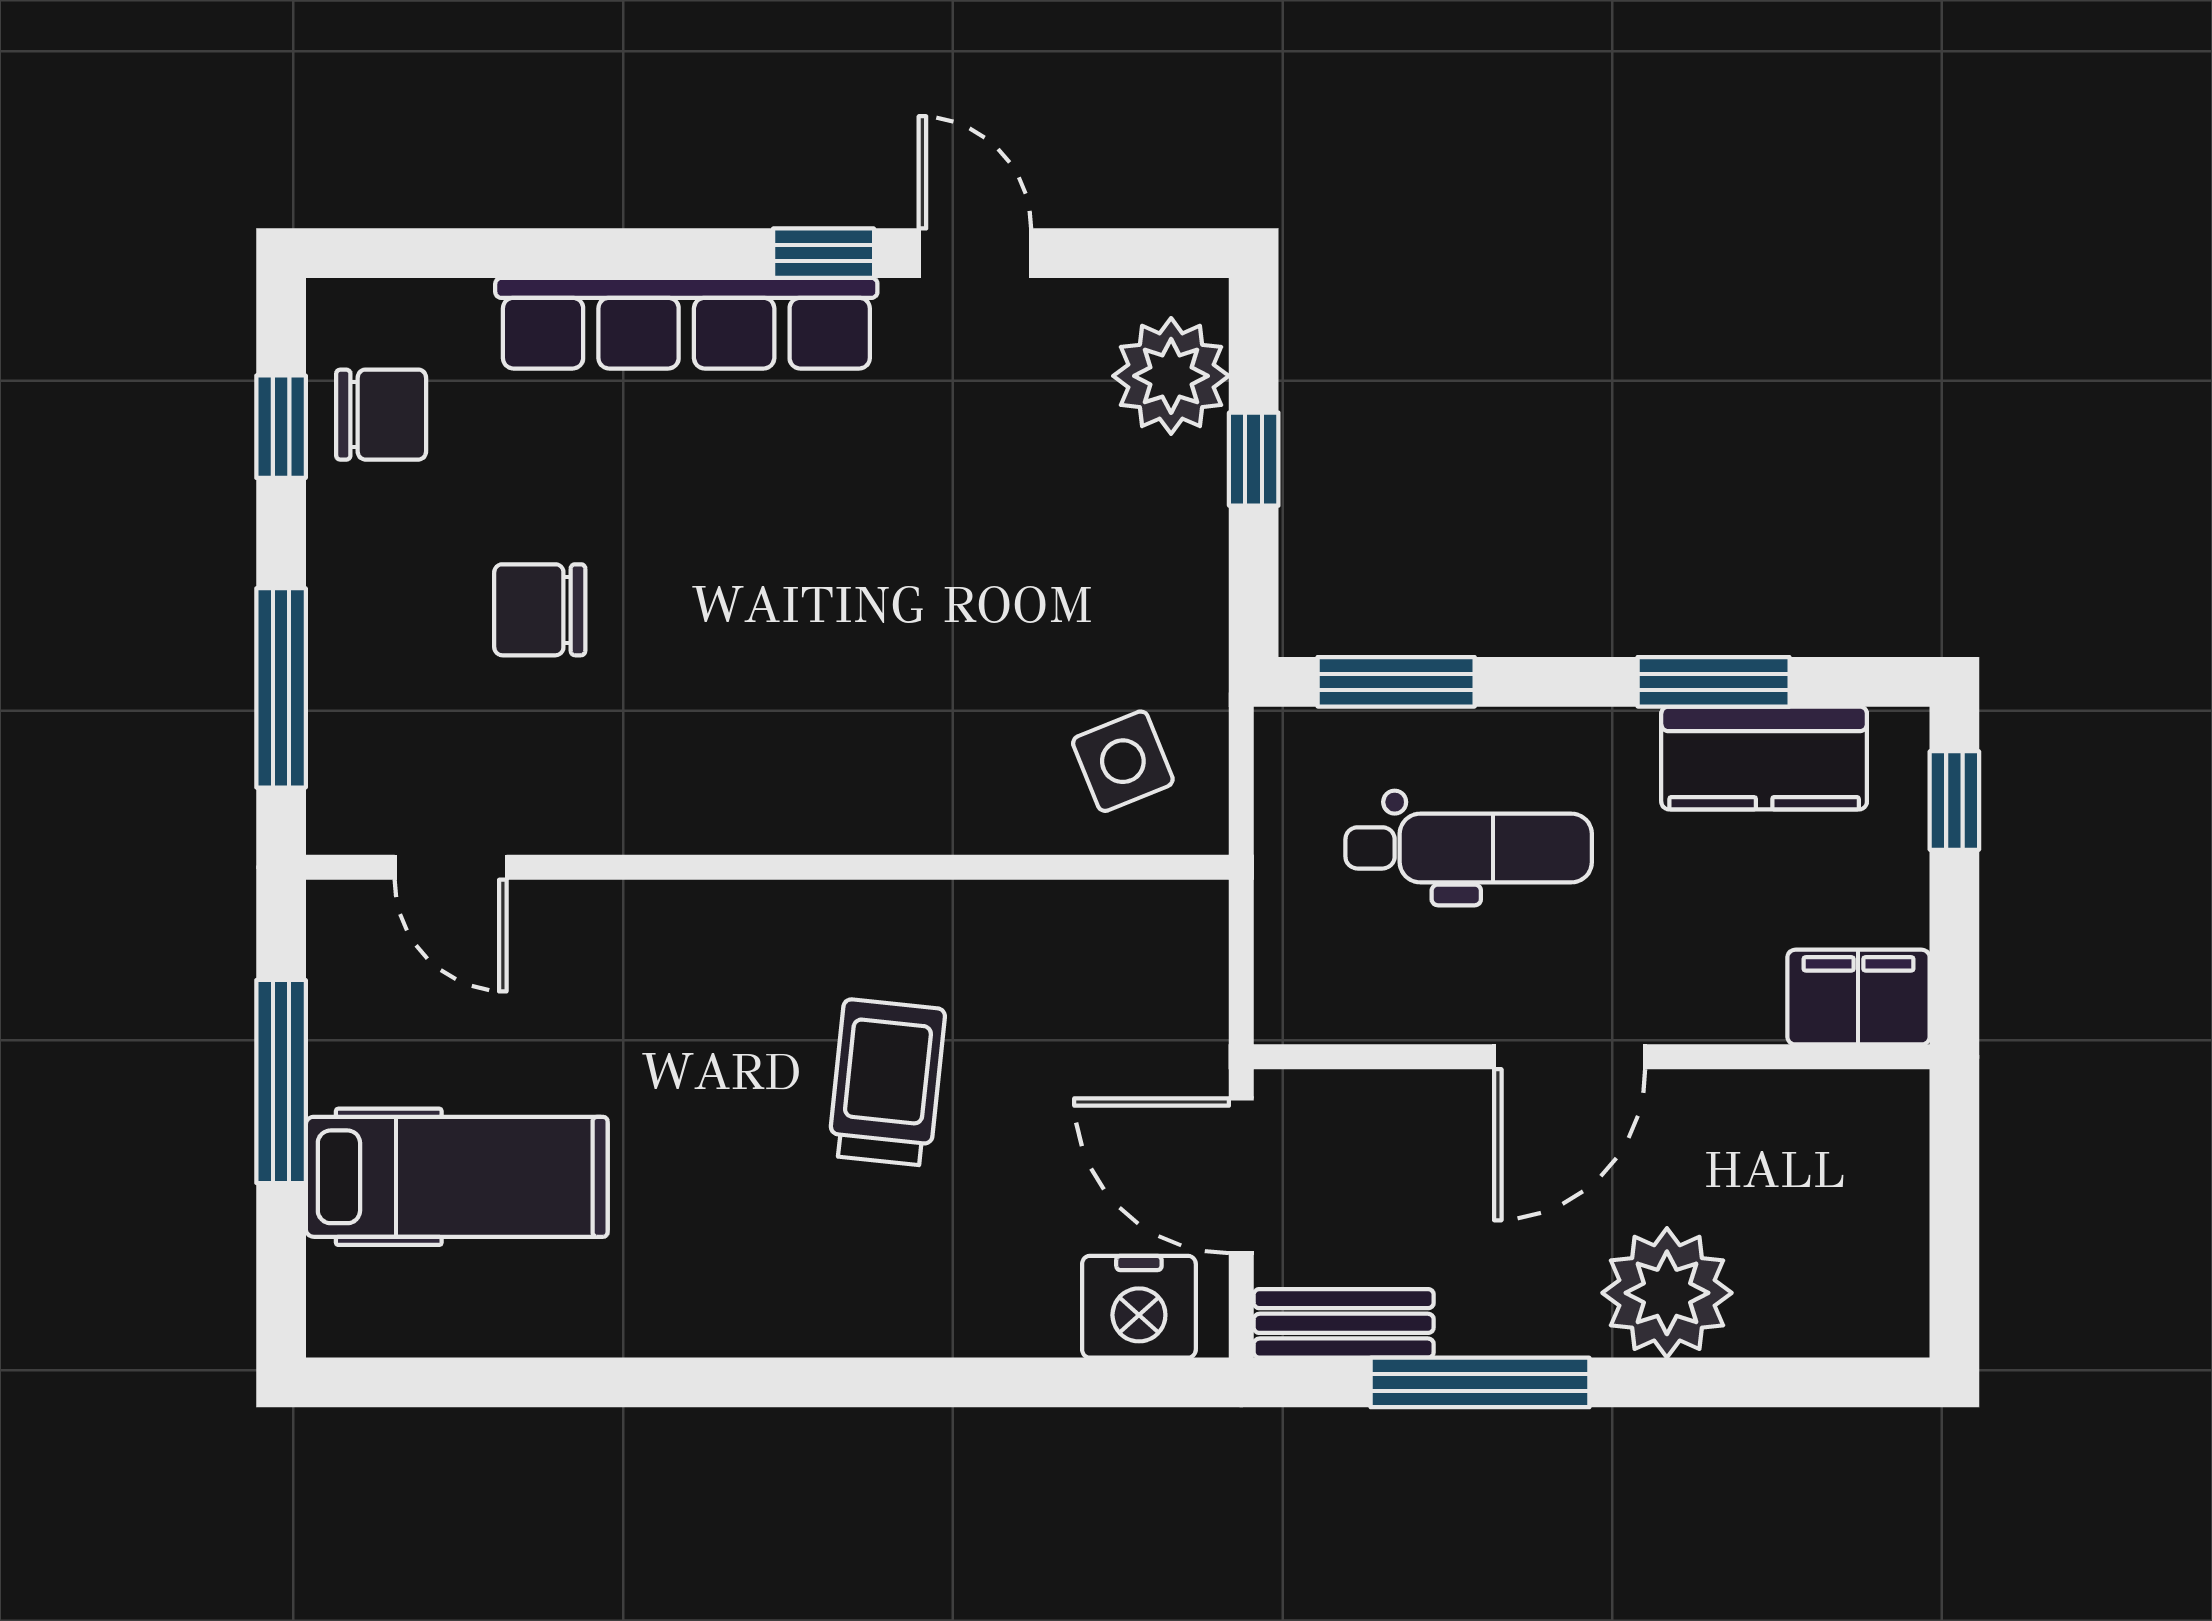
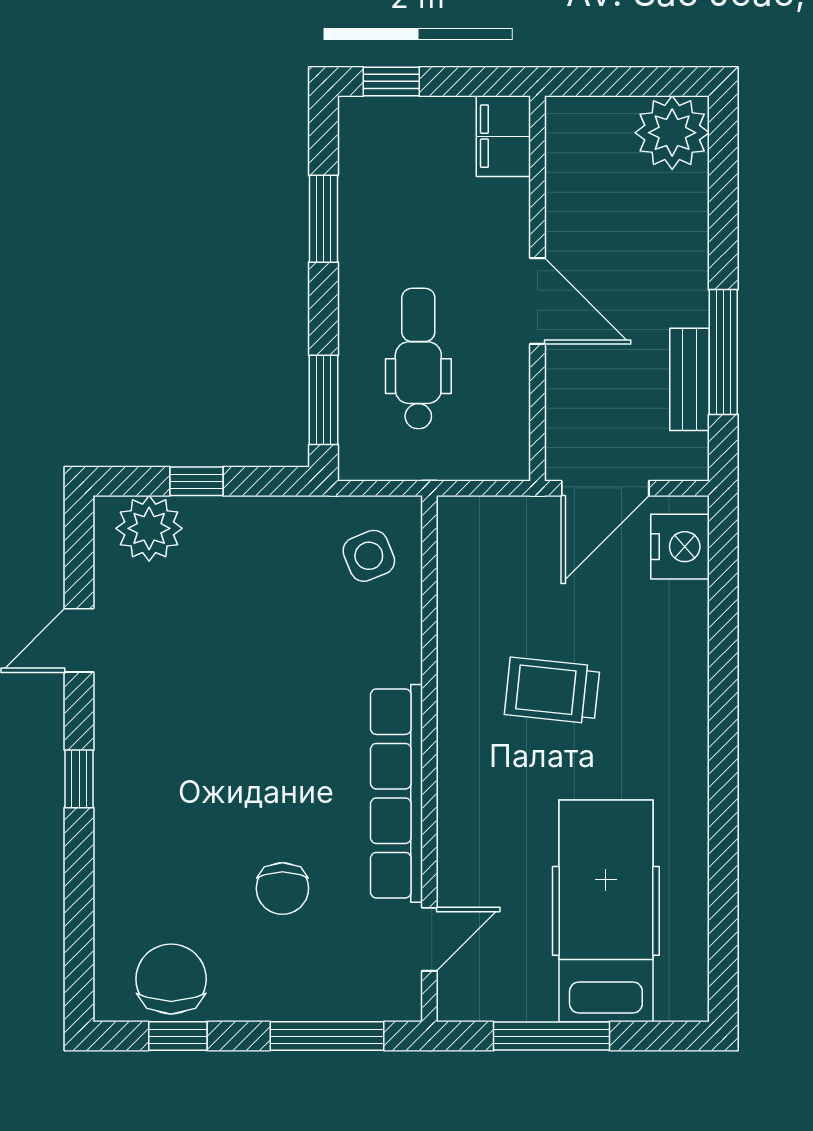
window: (824, 253) -> (79, 779), moved
row of seats: (686, 323) -> (396, 793), moved, turned 180
chair: (381, 415) -> (171, 979), width x1.37, depth x1.37
kitchen counter: (1764, 758) -> (367, 190), removed
hospital bed: (457, 1177) -> (606, 911), width x1.37, depth x1.29
plant: (1667, 1293) -> (672, 133), moved
bench: (1344, 1323) -> (690, 379), moved

